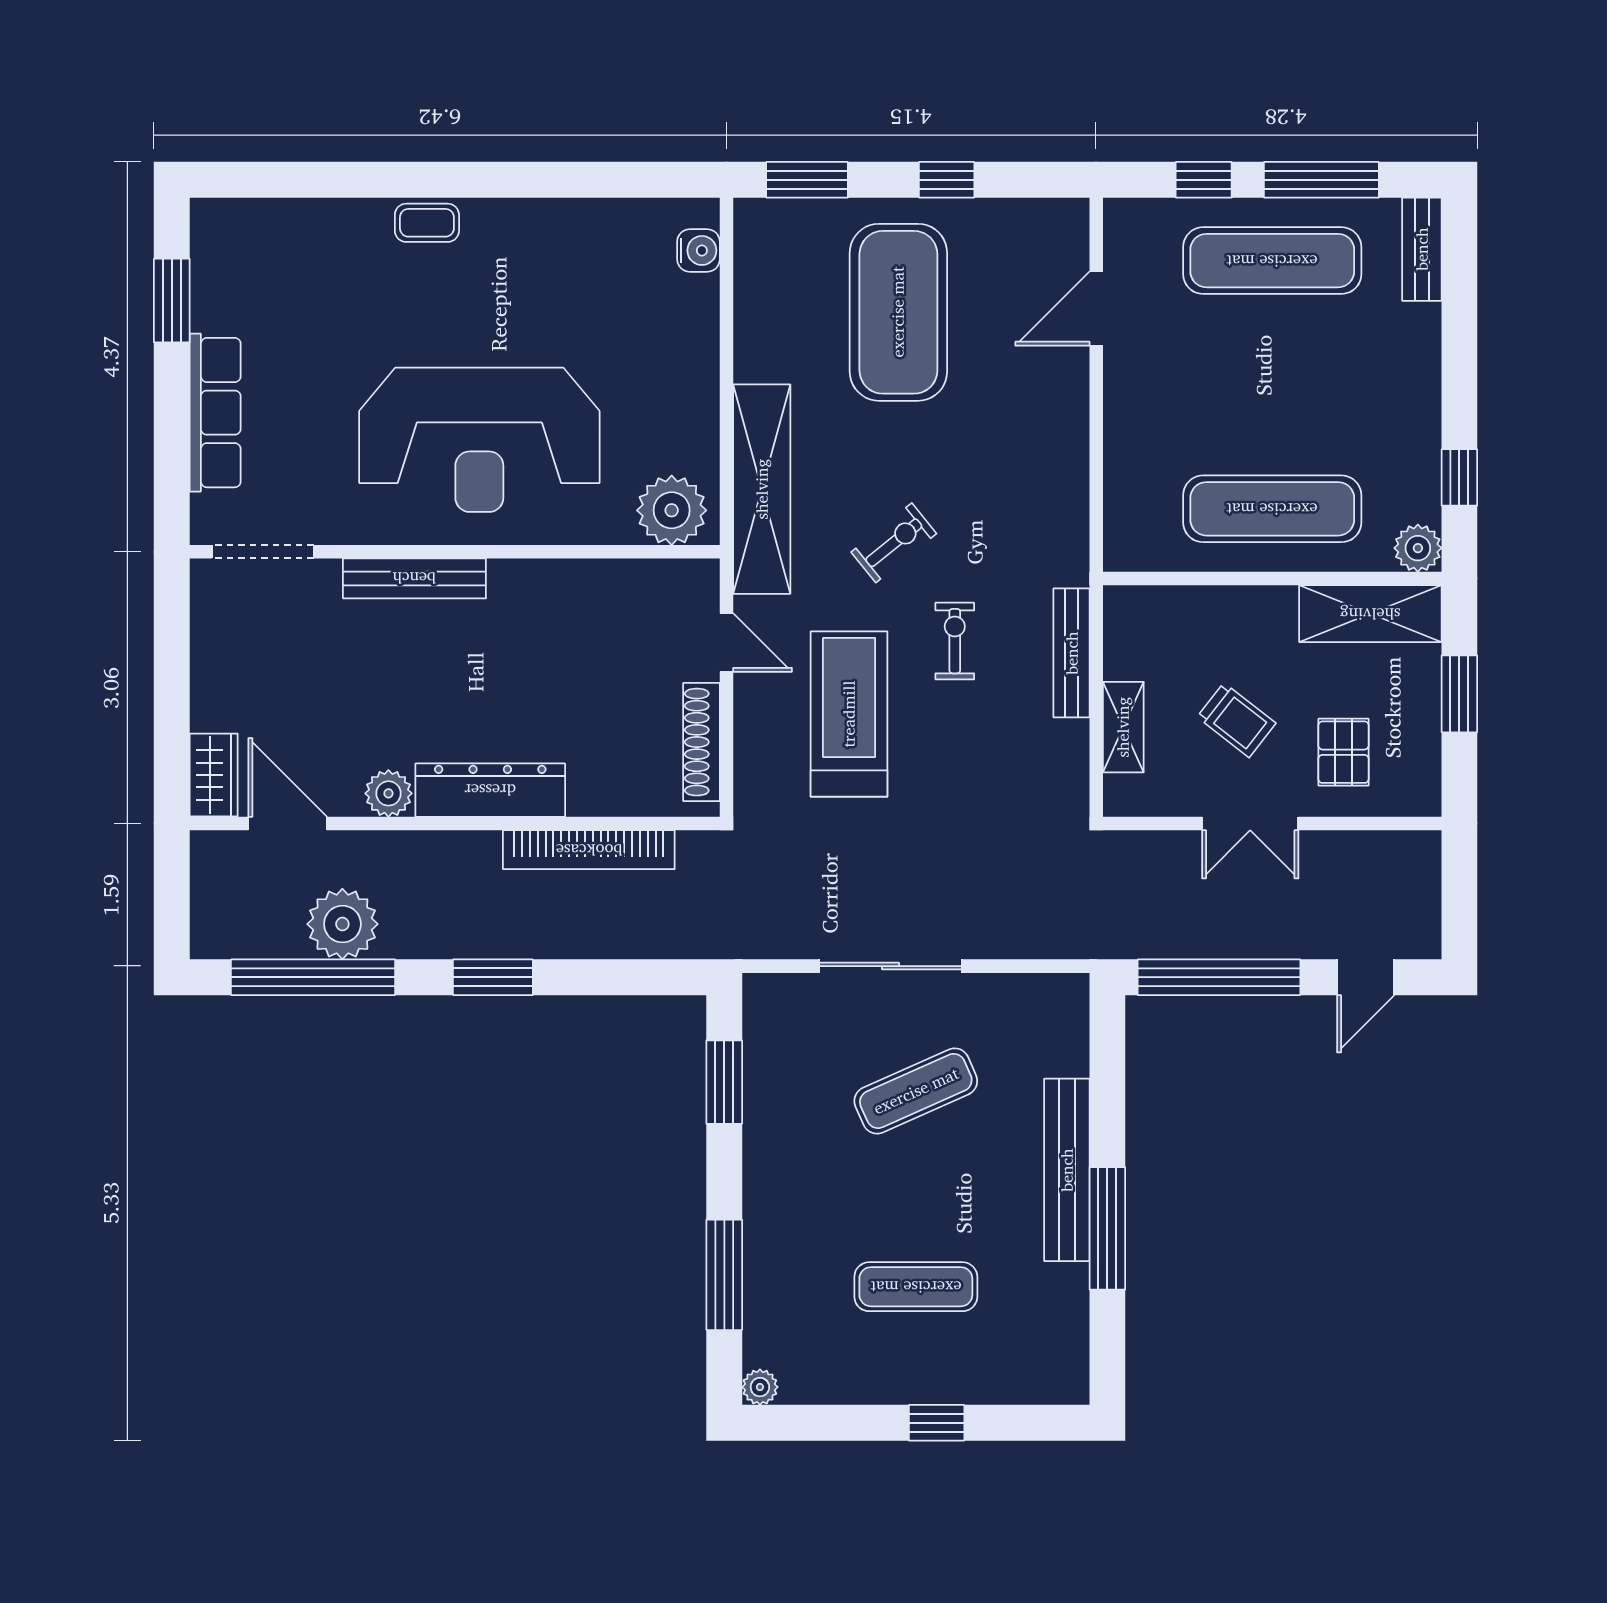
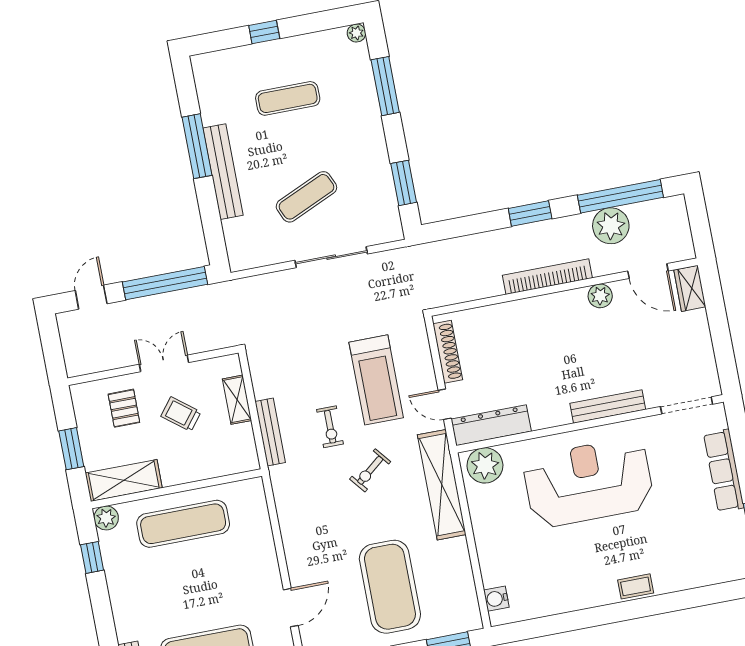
dresser: (490, 790) -> (491, 425), moved, turned 180
bookcase: (589, 850) -> (547, 277), moved

